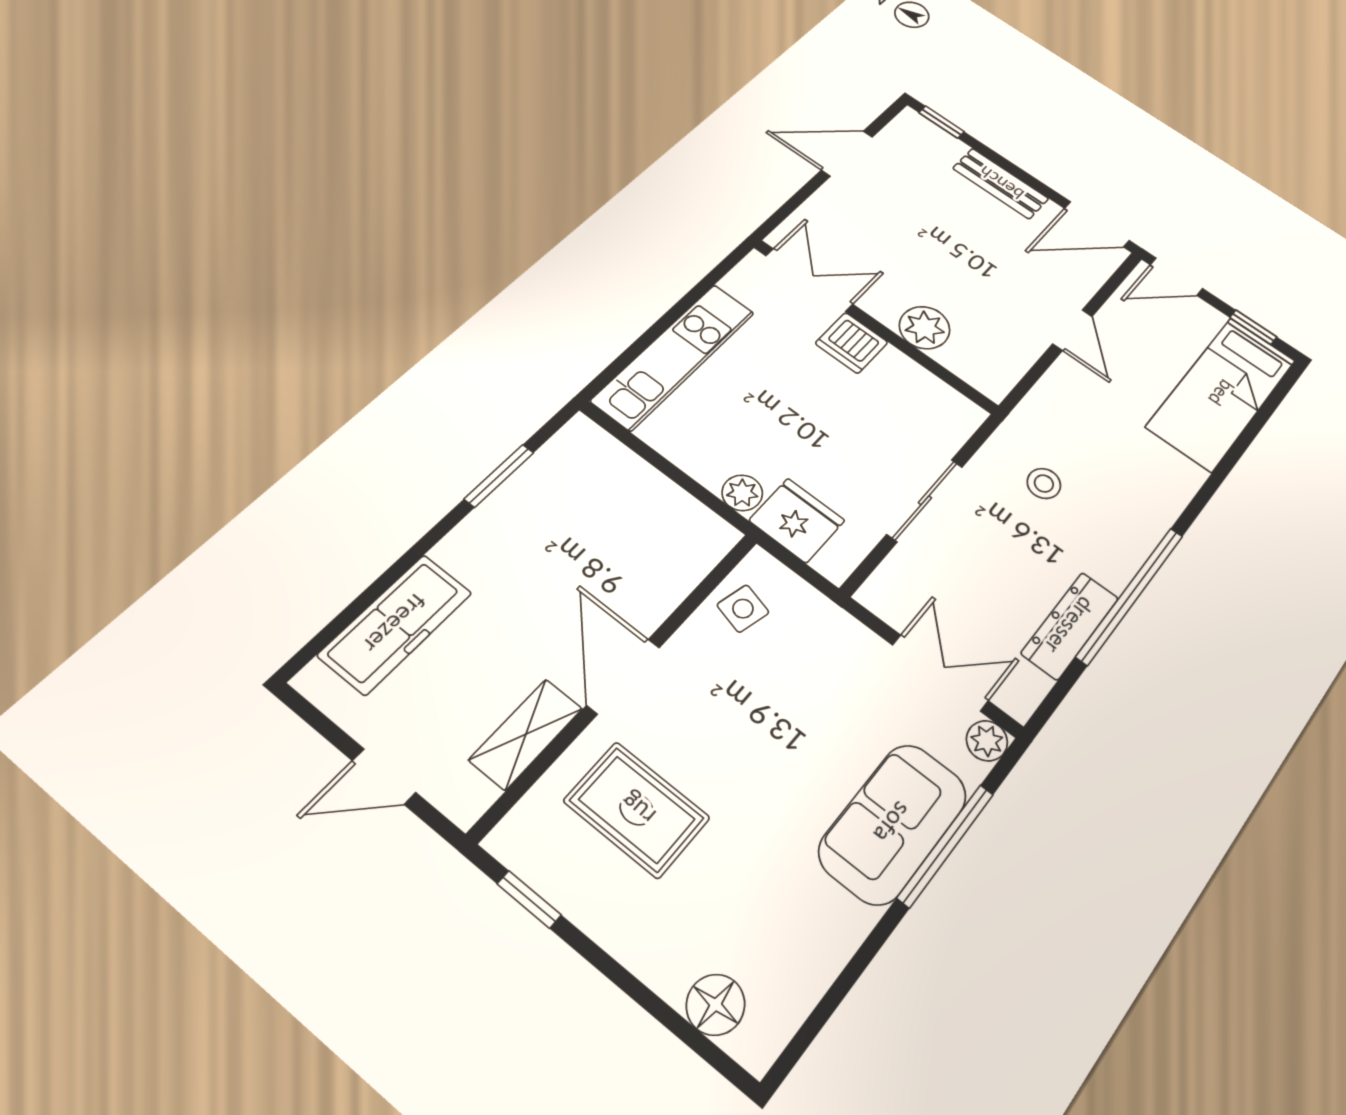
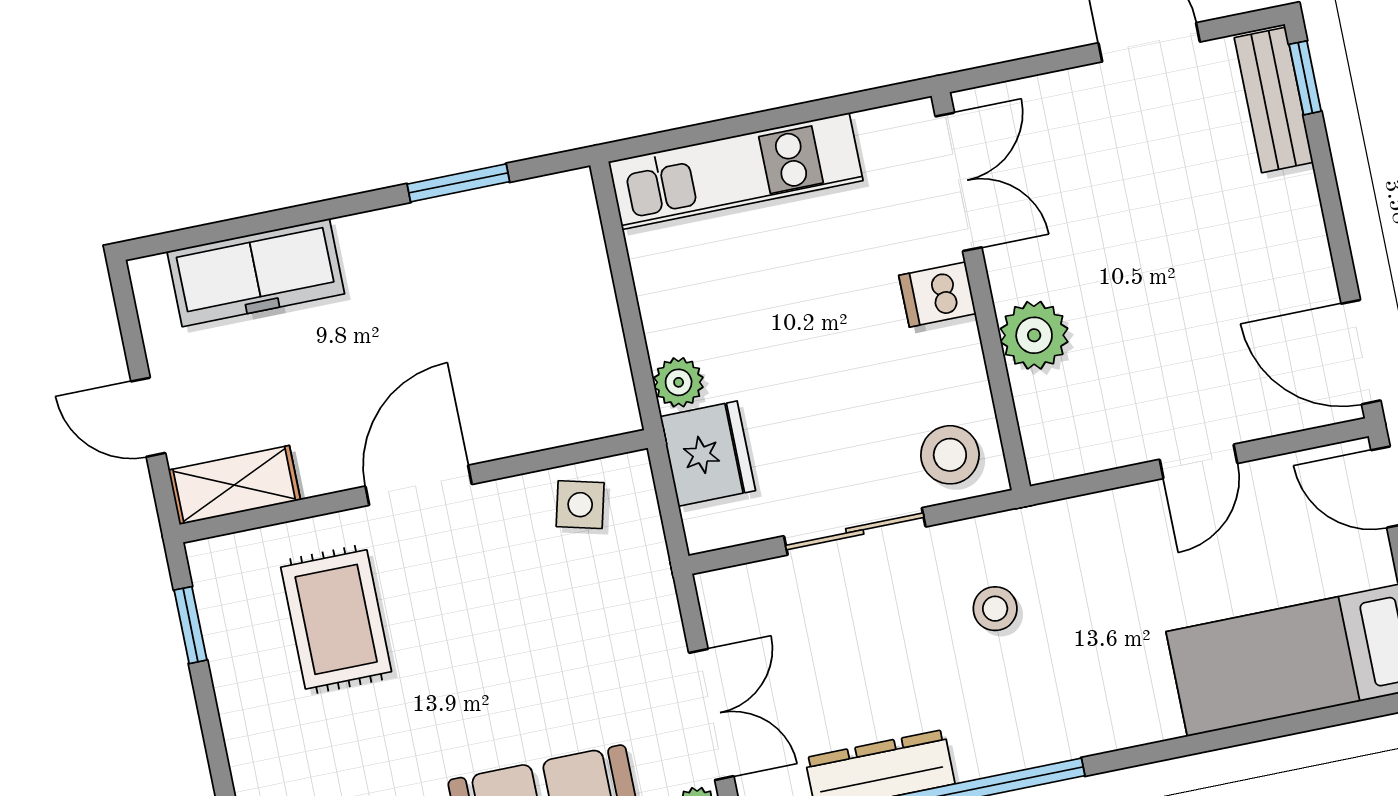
bench: (1001, 183) -> (1274, 100), moved
dishwasher: (852, 343) -> (937, 295), width x0.73
stool: (939, 420) -> (950, 455), added
shelving: (526, 734) -> (234, 485), moved

